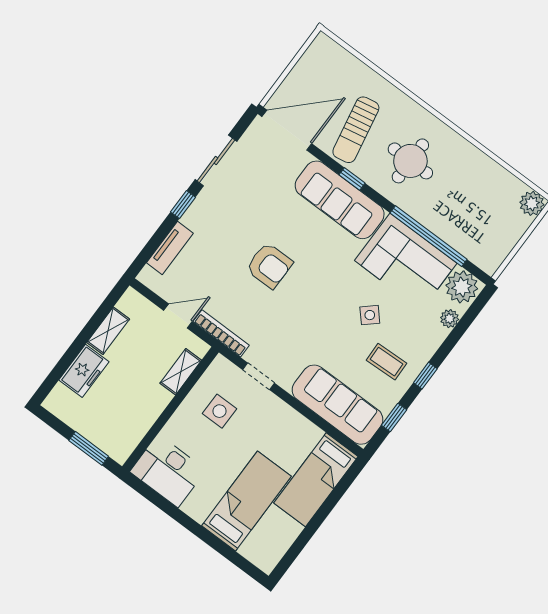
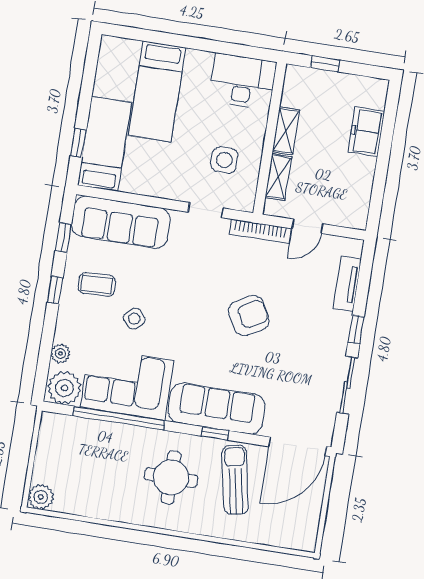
armchair: (269, 266) -> (249, 316), turned 151
shelving: (108, 331) -> (286, 131), moved
window: (89, 448) -> (325, 64), width x0.67
window: (338, 493) -> (78, 143), added

